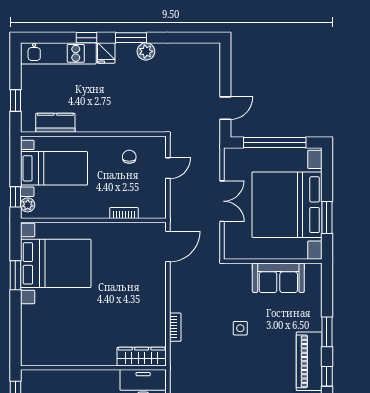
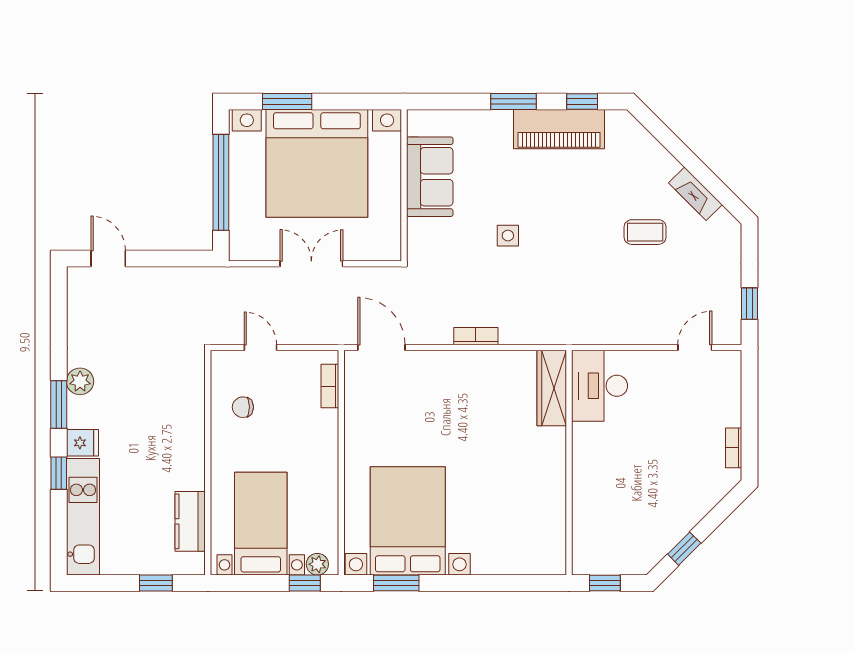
door: (225, 108) -> (108, 259), moved
bookcase: (124, 213) -> (330, 386), moved
window: (327, 218) -> (287, 102), moved
window: (15, 275) -> (396, 583), moved
bookcase: (175, 327) -> (476, 336), moved

